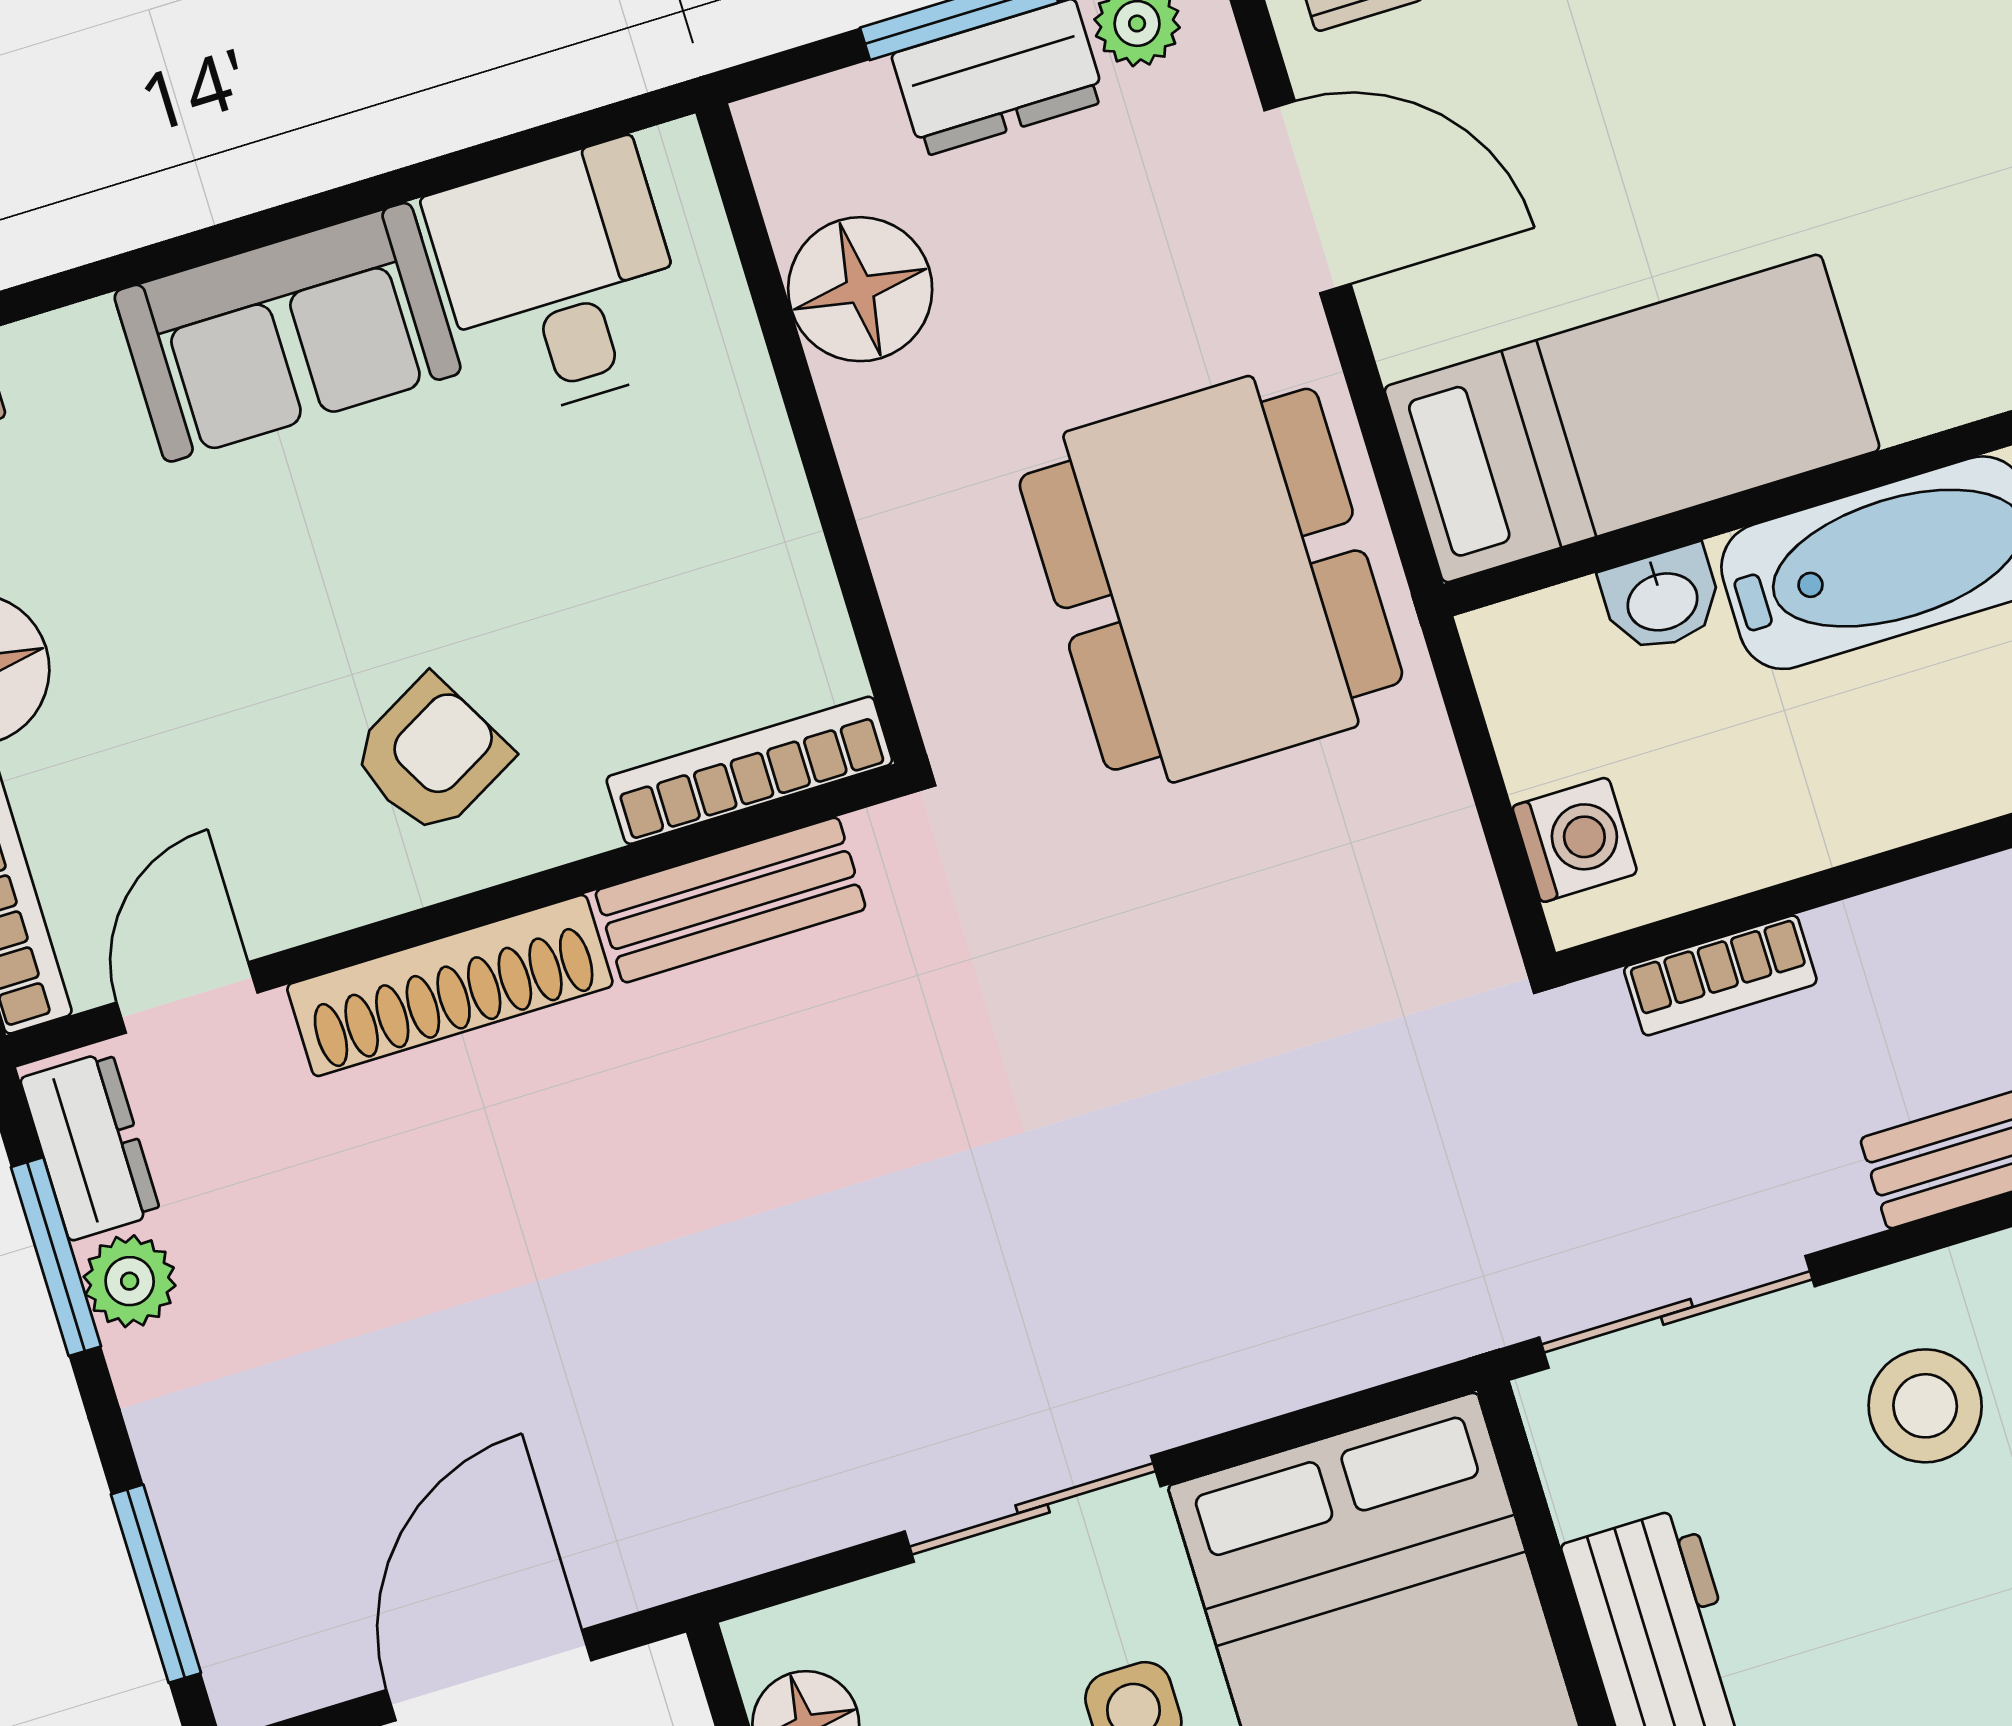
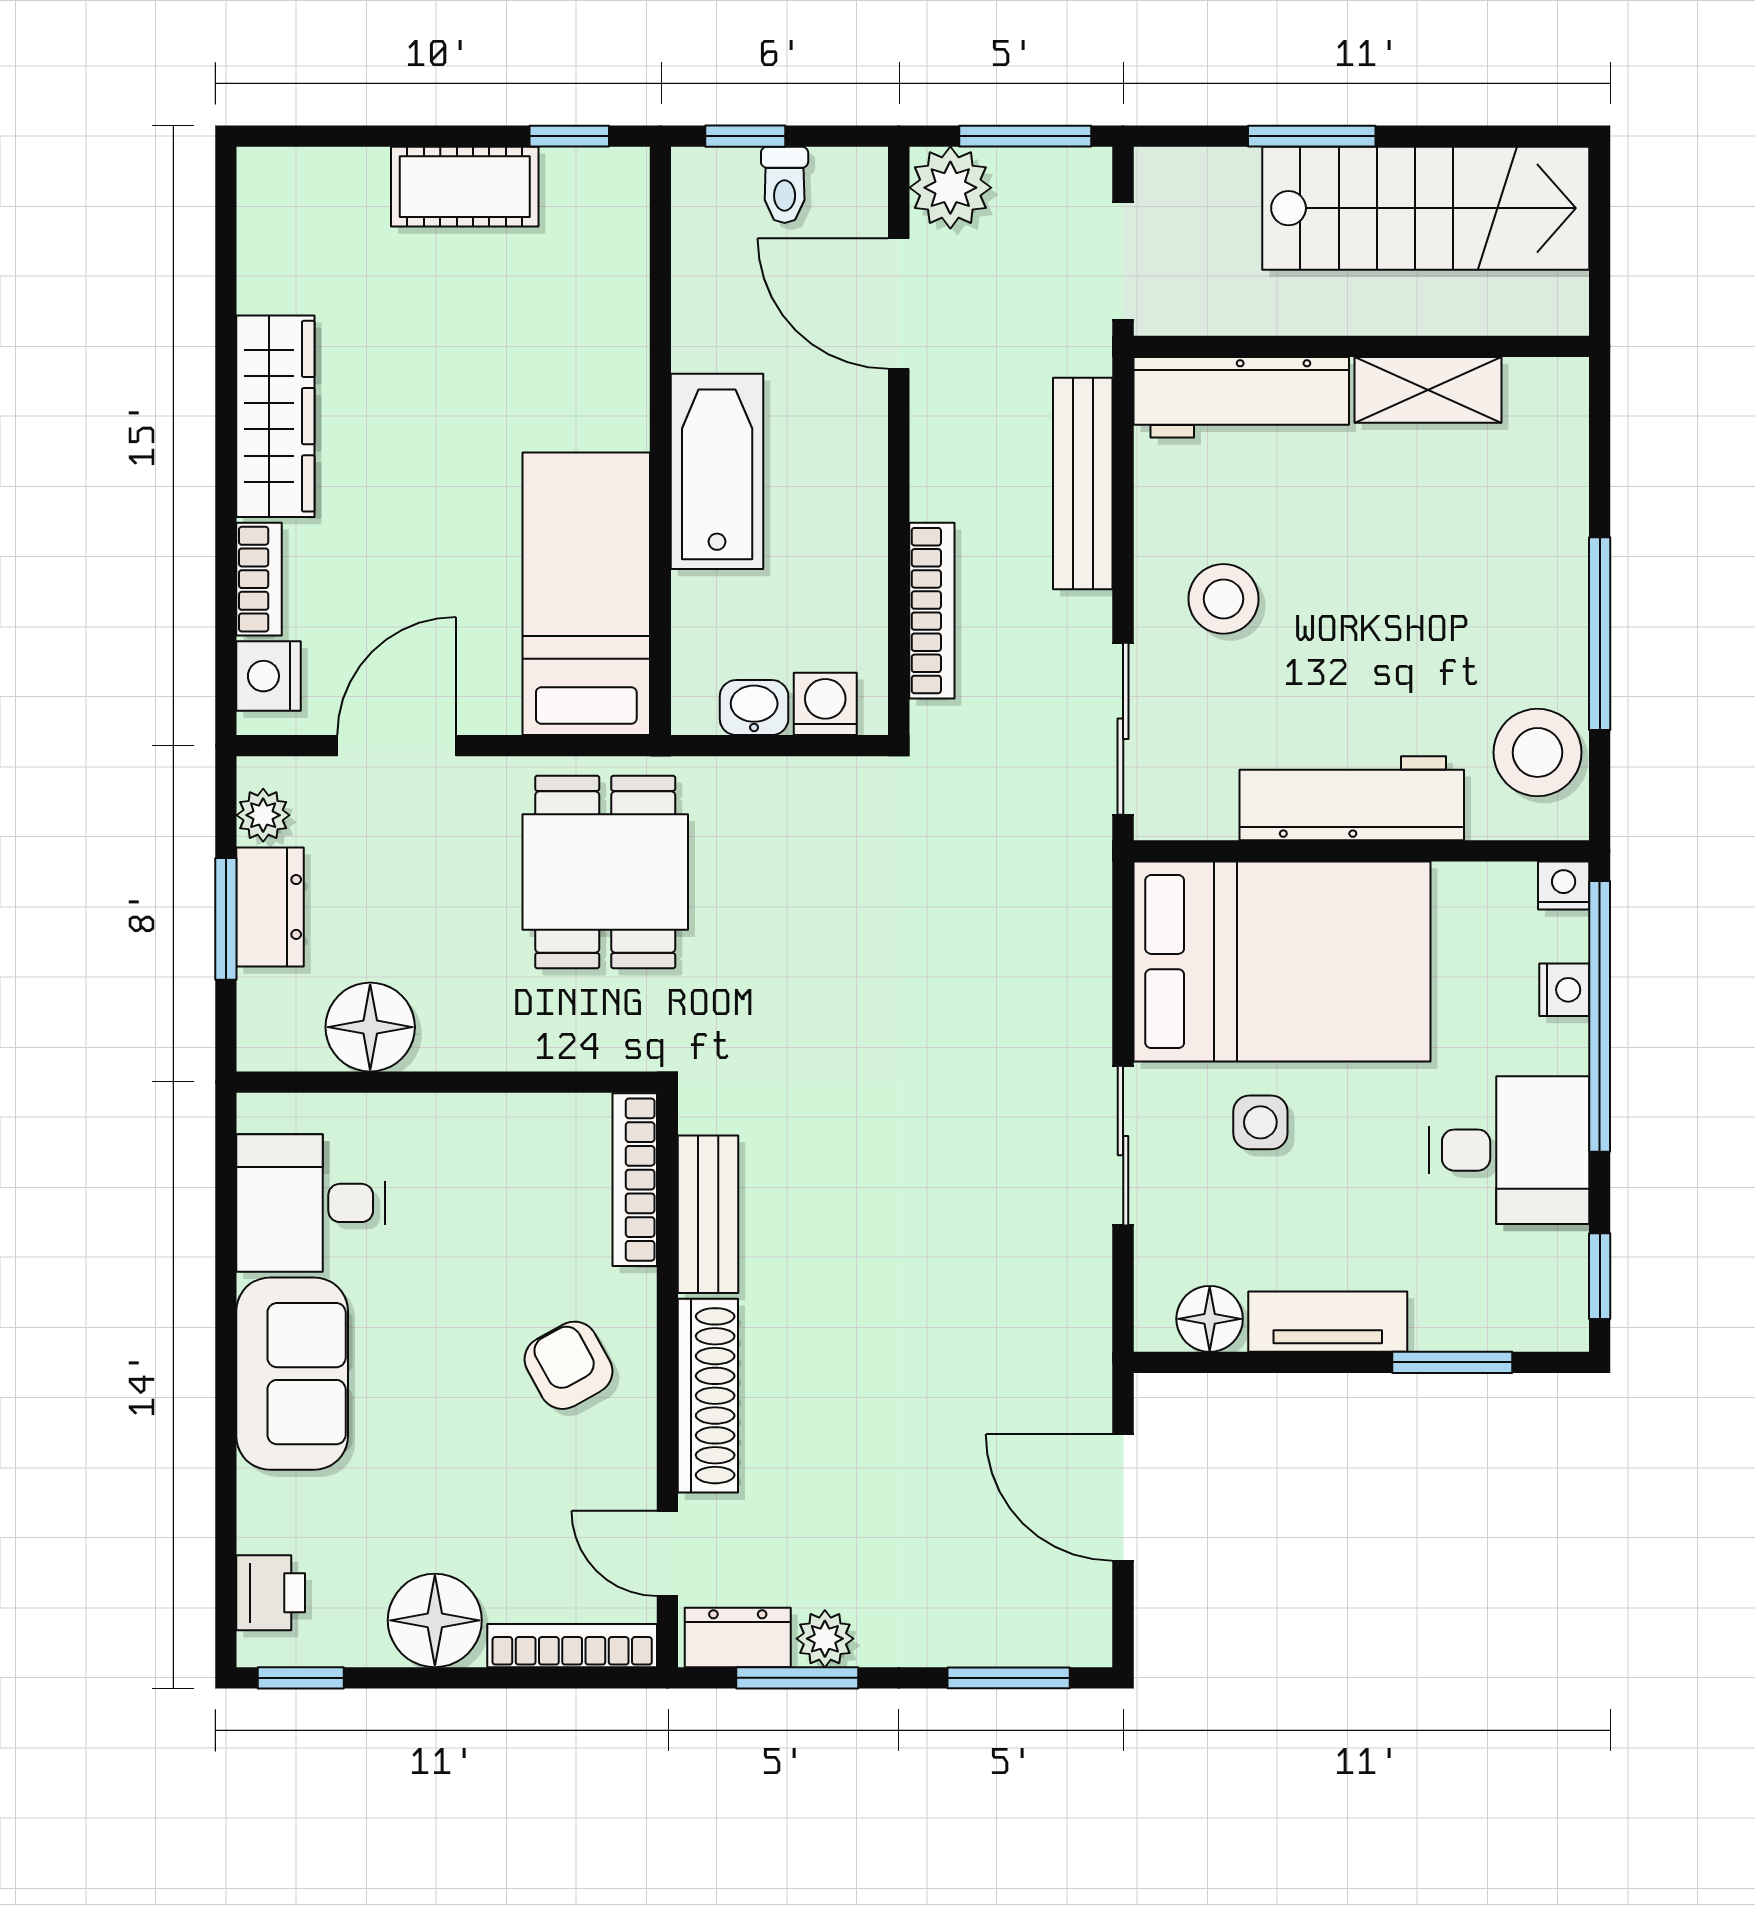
dining table: (1211, 579) -> (605, 872), width x0.73
washbasin: (1662, 599) -> (754, 708), moved, turned -90
bookcase: (1720, 975) -> (932, 611), width x1.56

